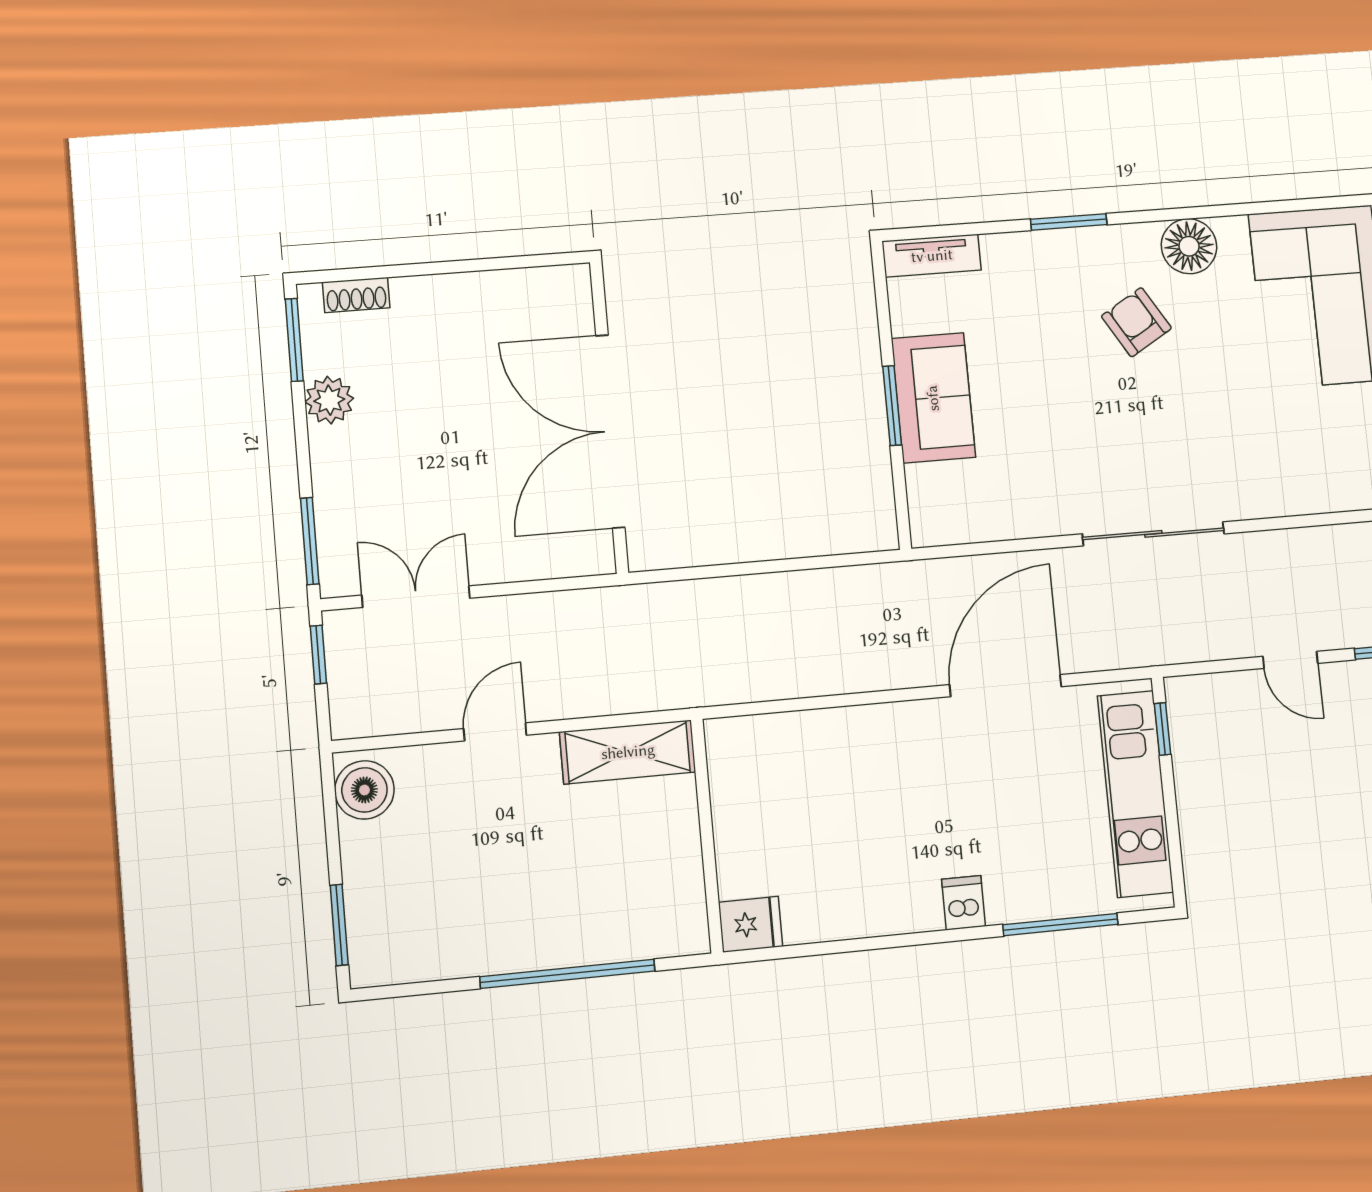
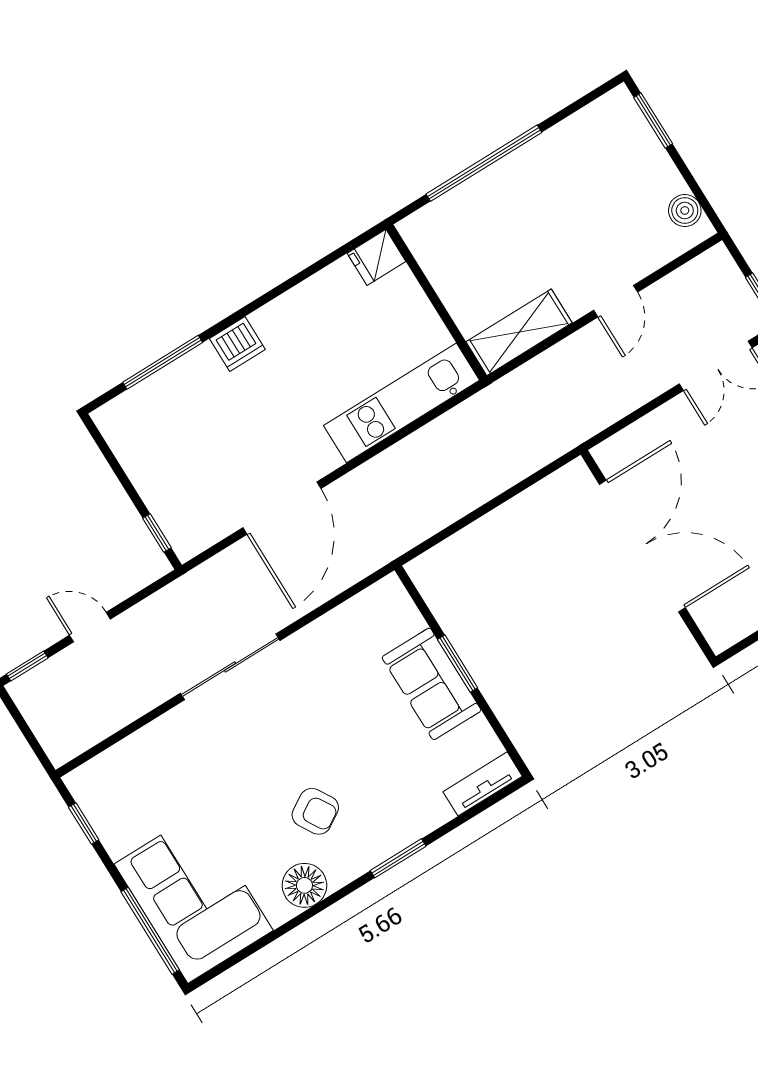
boiler: (364, 790) -> (685, 210), width x0.73, depth x0.73
kitchen unit: (1135, 794) -> (402, 403), moved, turned -90
dishwasher: (964, 903) -> (237, 344), width x1.38

